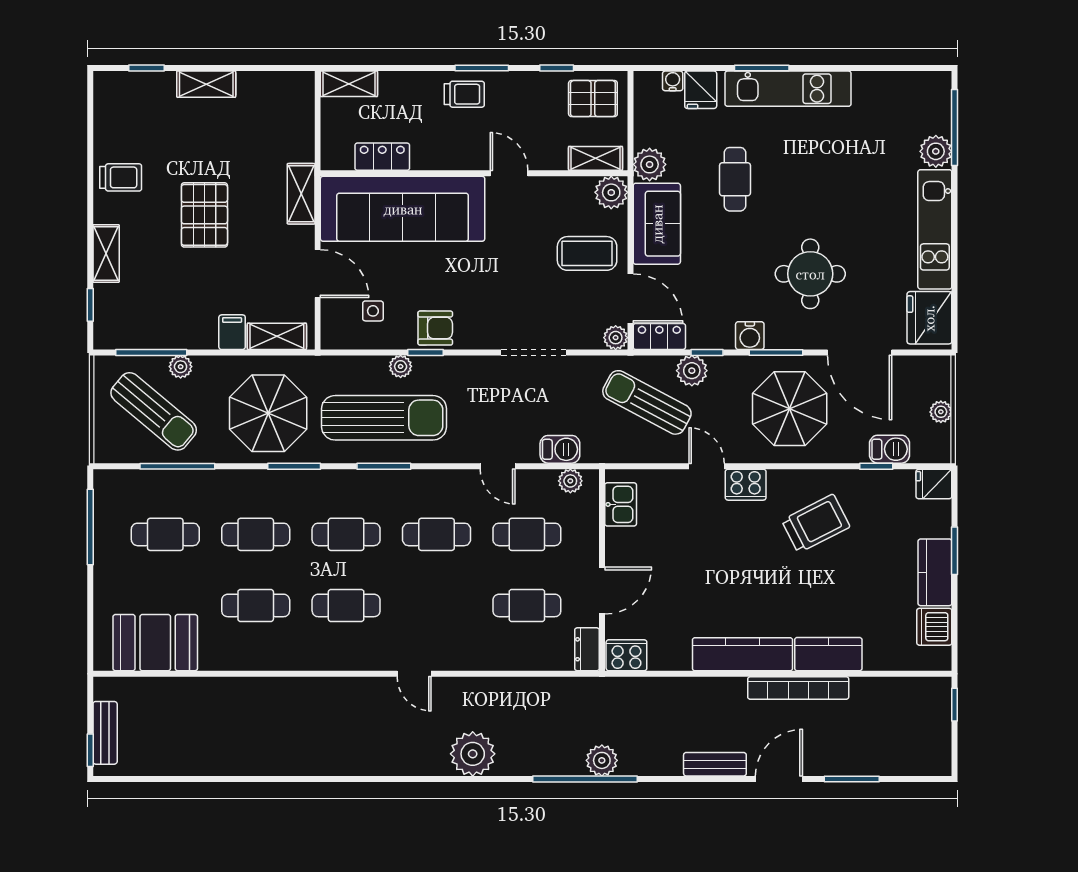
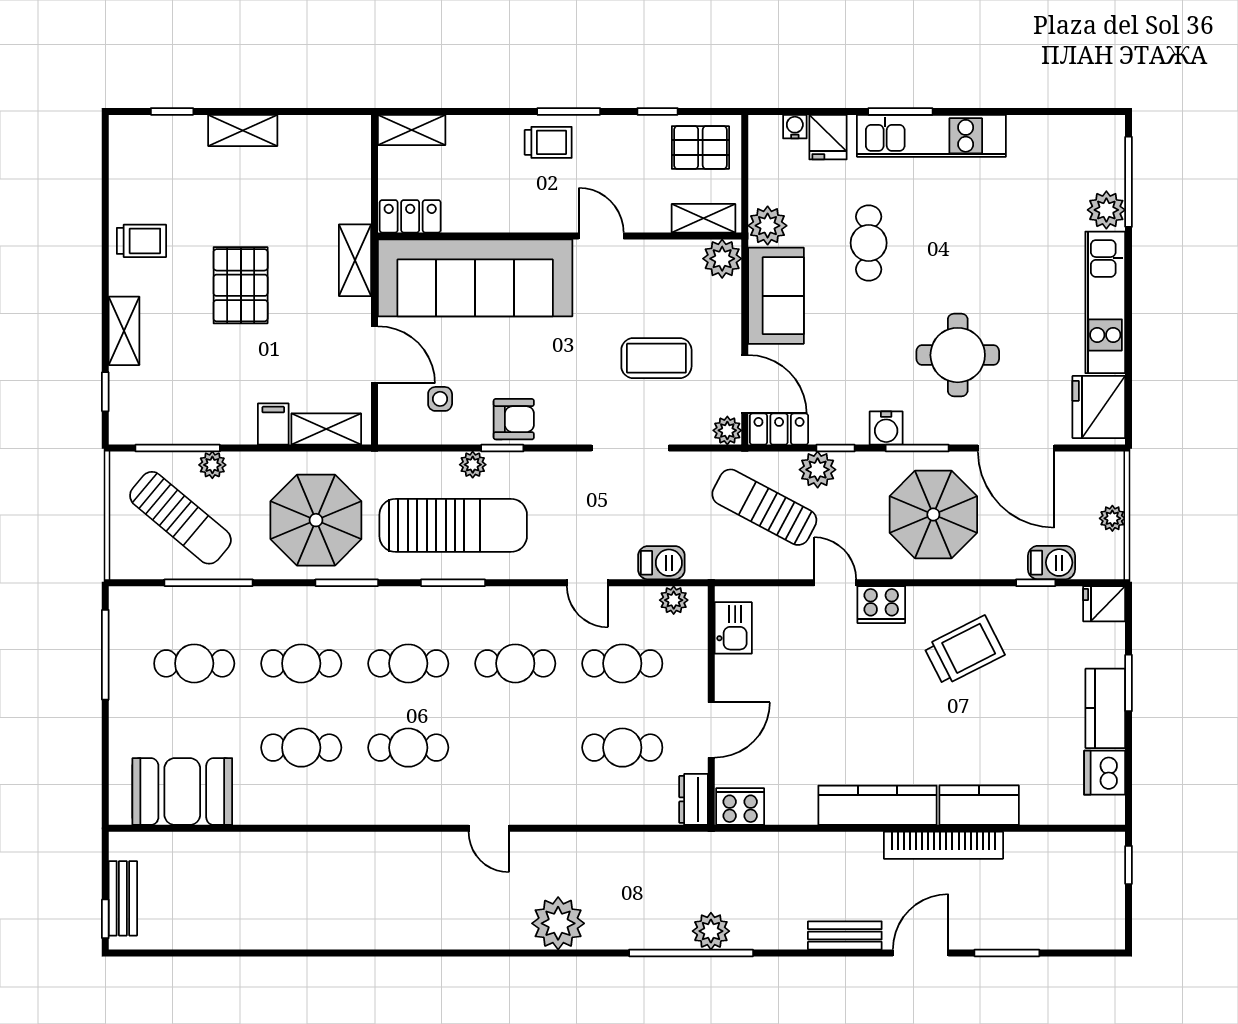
locker: (382, 157) -> (410, 216), moved
coffee table: (587, 253) -> (656, 358), moved

